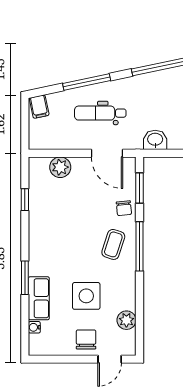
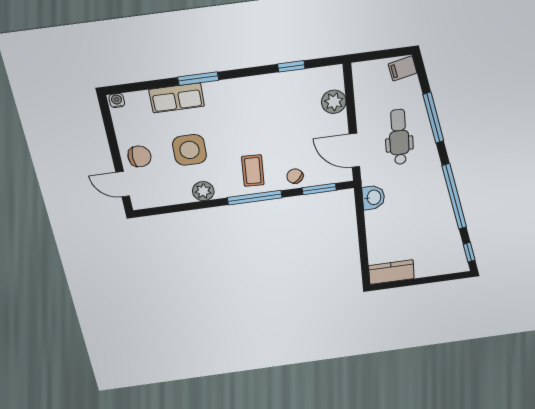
door: (107, 153) -> (355, 150), hinge flipped
chair: (124, 208) -> (295, 176), turned 52
coffee table: (113, 244) -> (253, 171), turned 75
plant: (126, 320) -> (203, 191), moved
water cooler: (34, 327) -> (117, 101), moved

